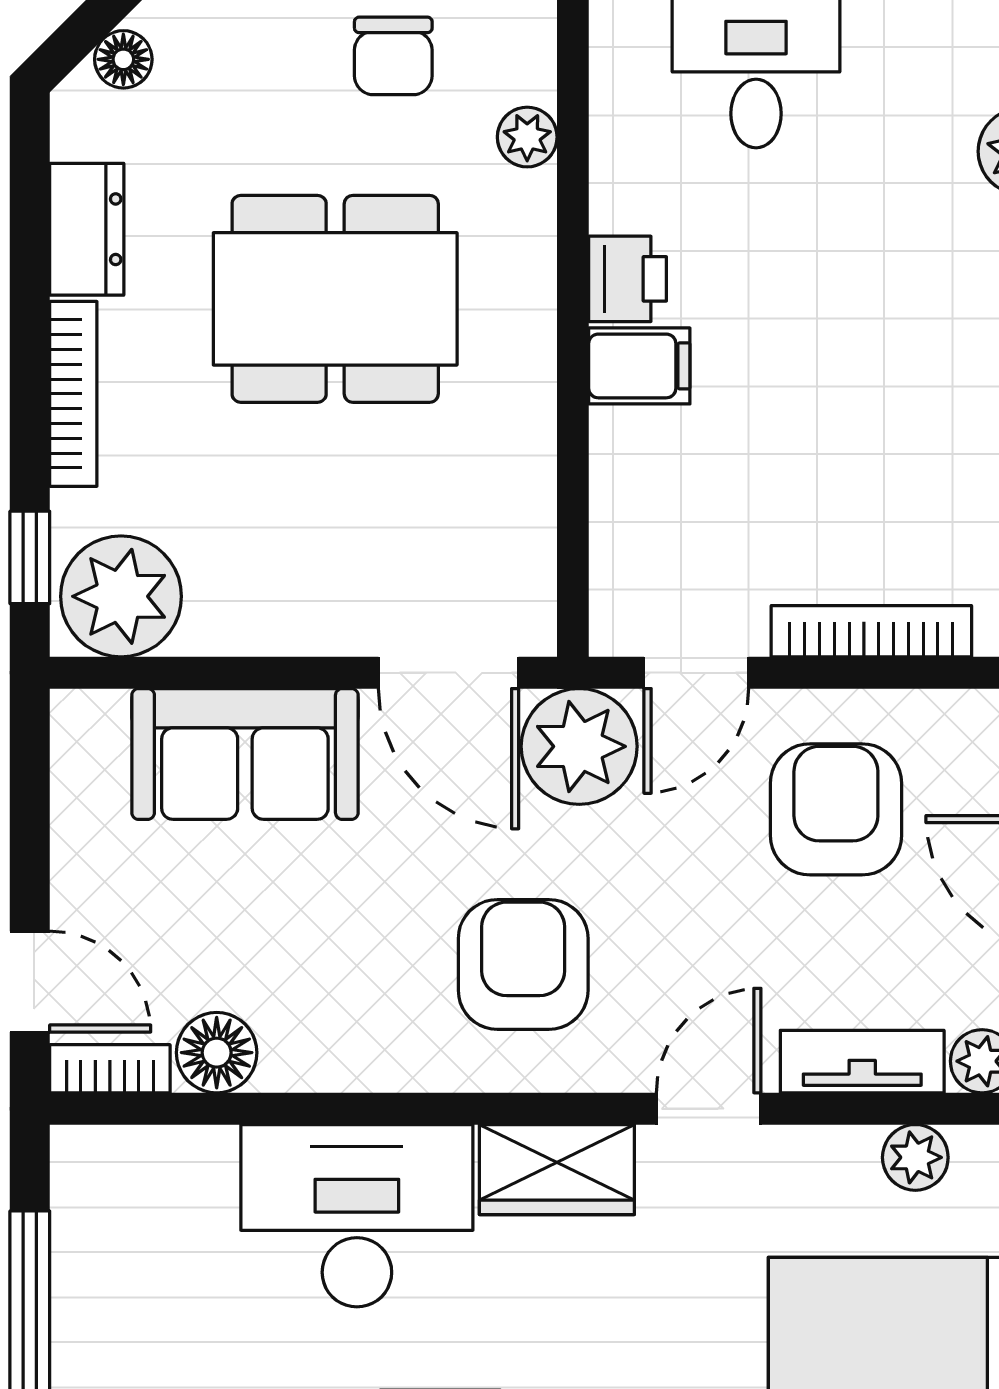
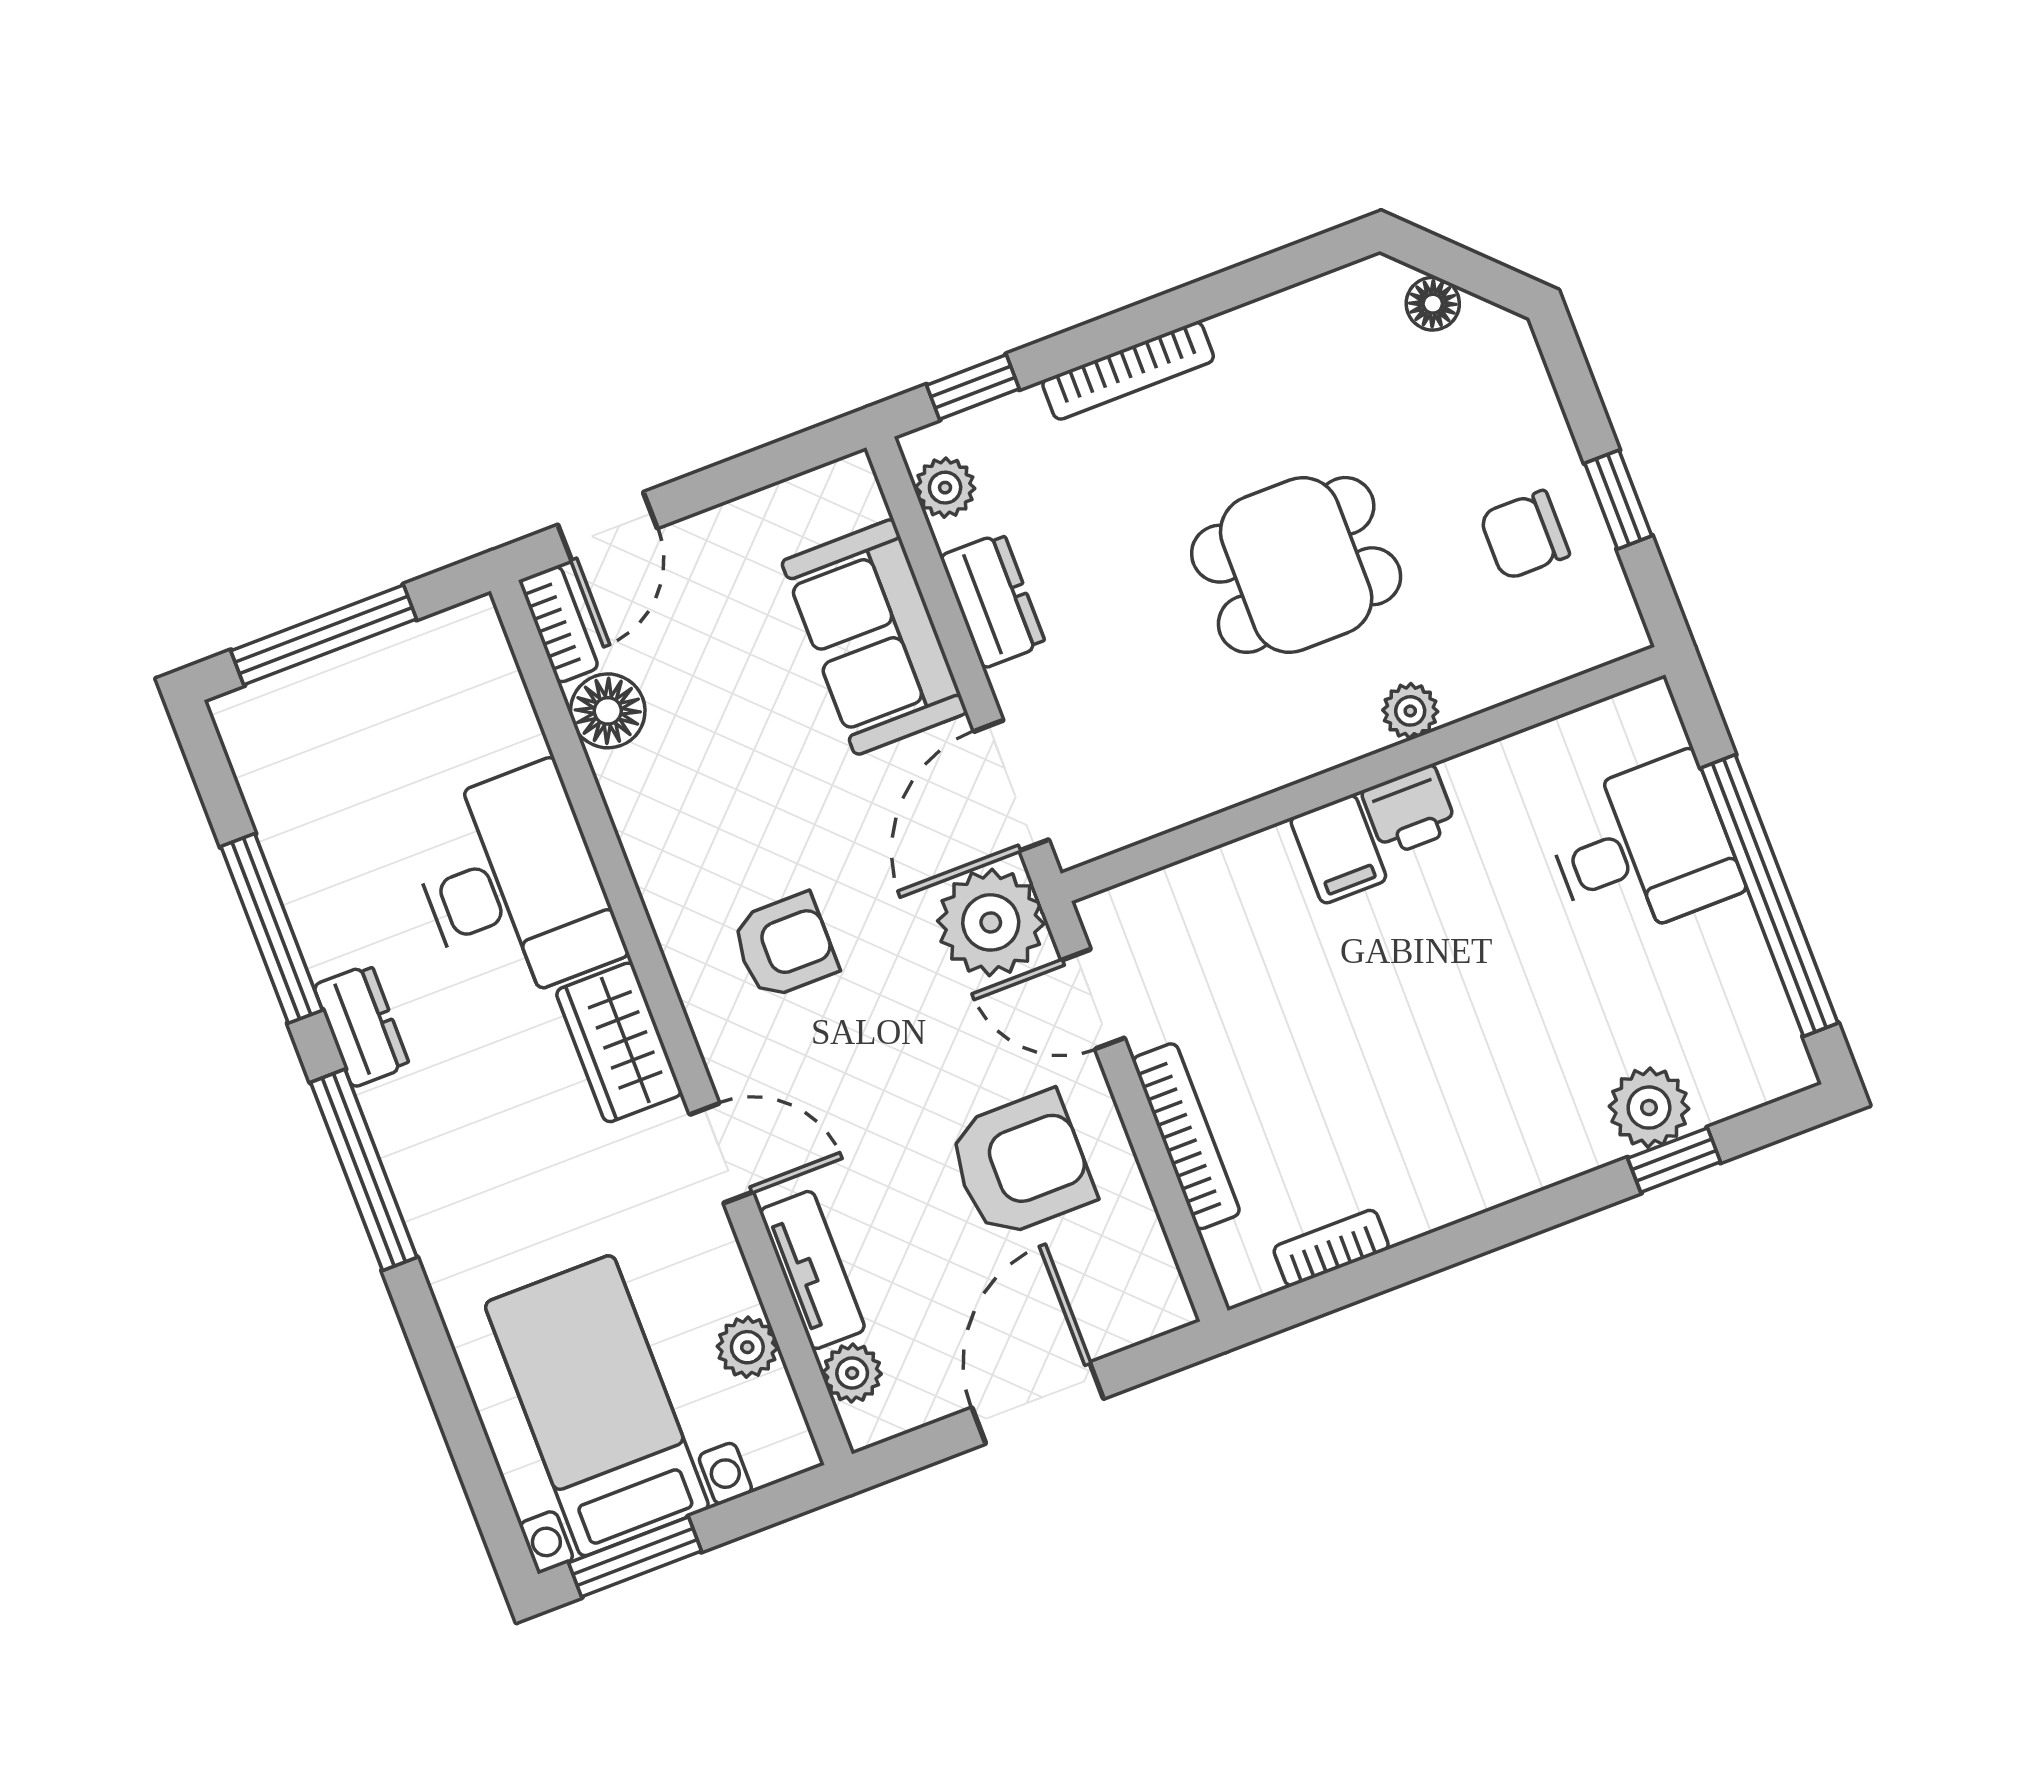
plant: (527, 137) -> (1410, 711), moved
dresser: (87, 229) -> (993, 600), moved, turned -90
dining table: (335, 299) -> (1296, 565), width x0.73
plant: (121, 596) -> (945, 488), width x0.53, depth x0.53
armchair: (523, 964) -> (785, 946), width x0.72, depth x0.72

